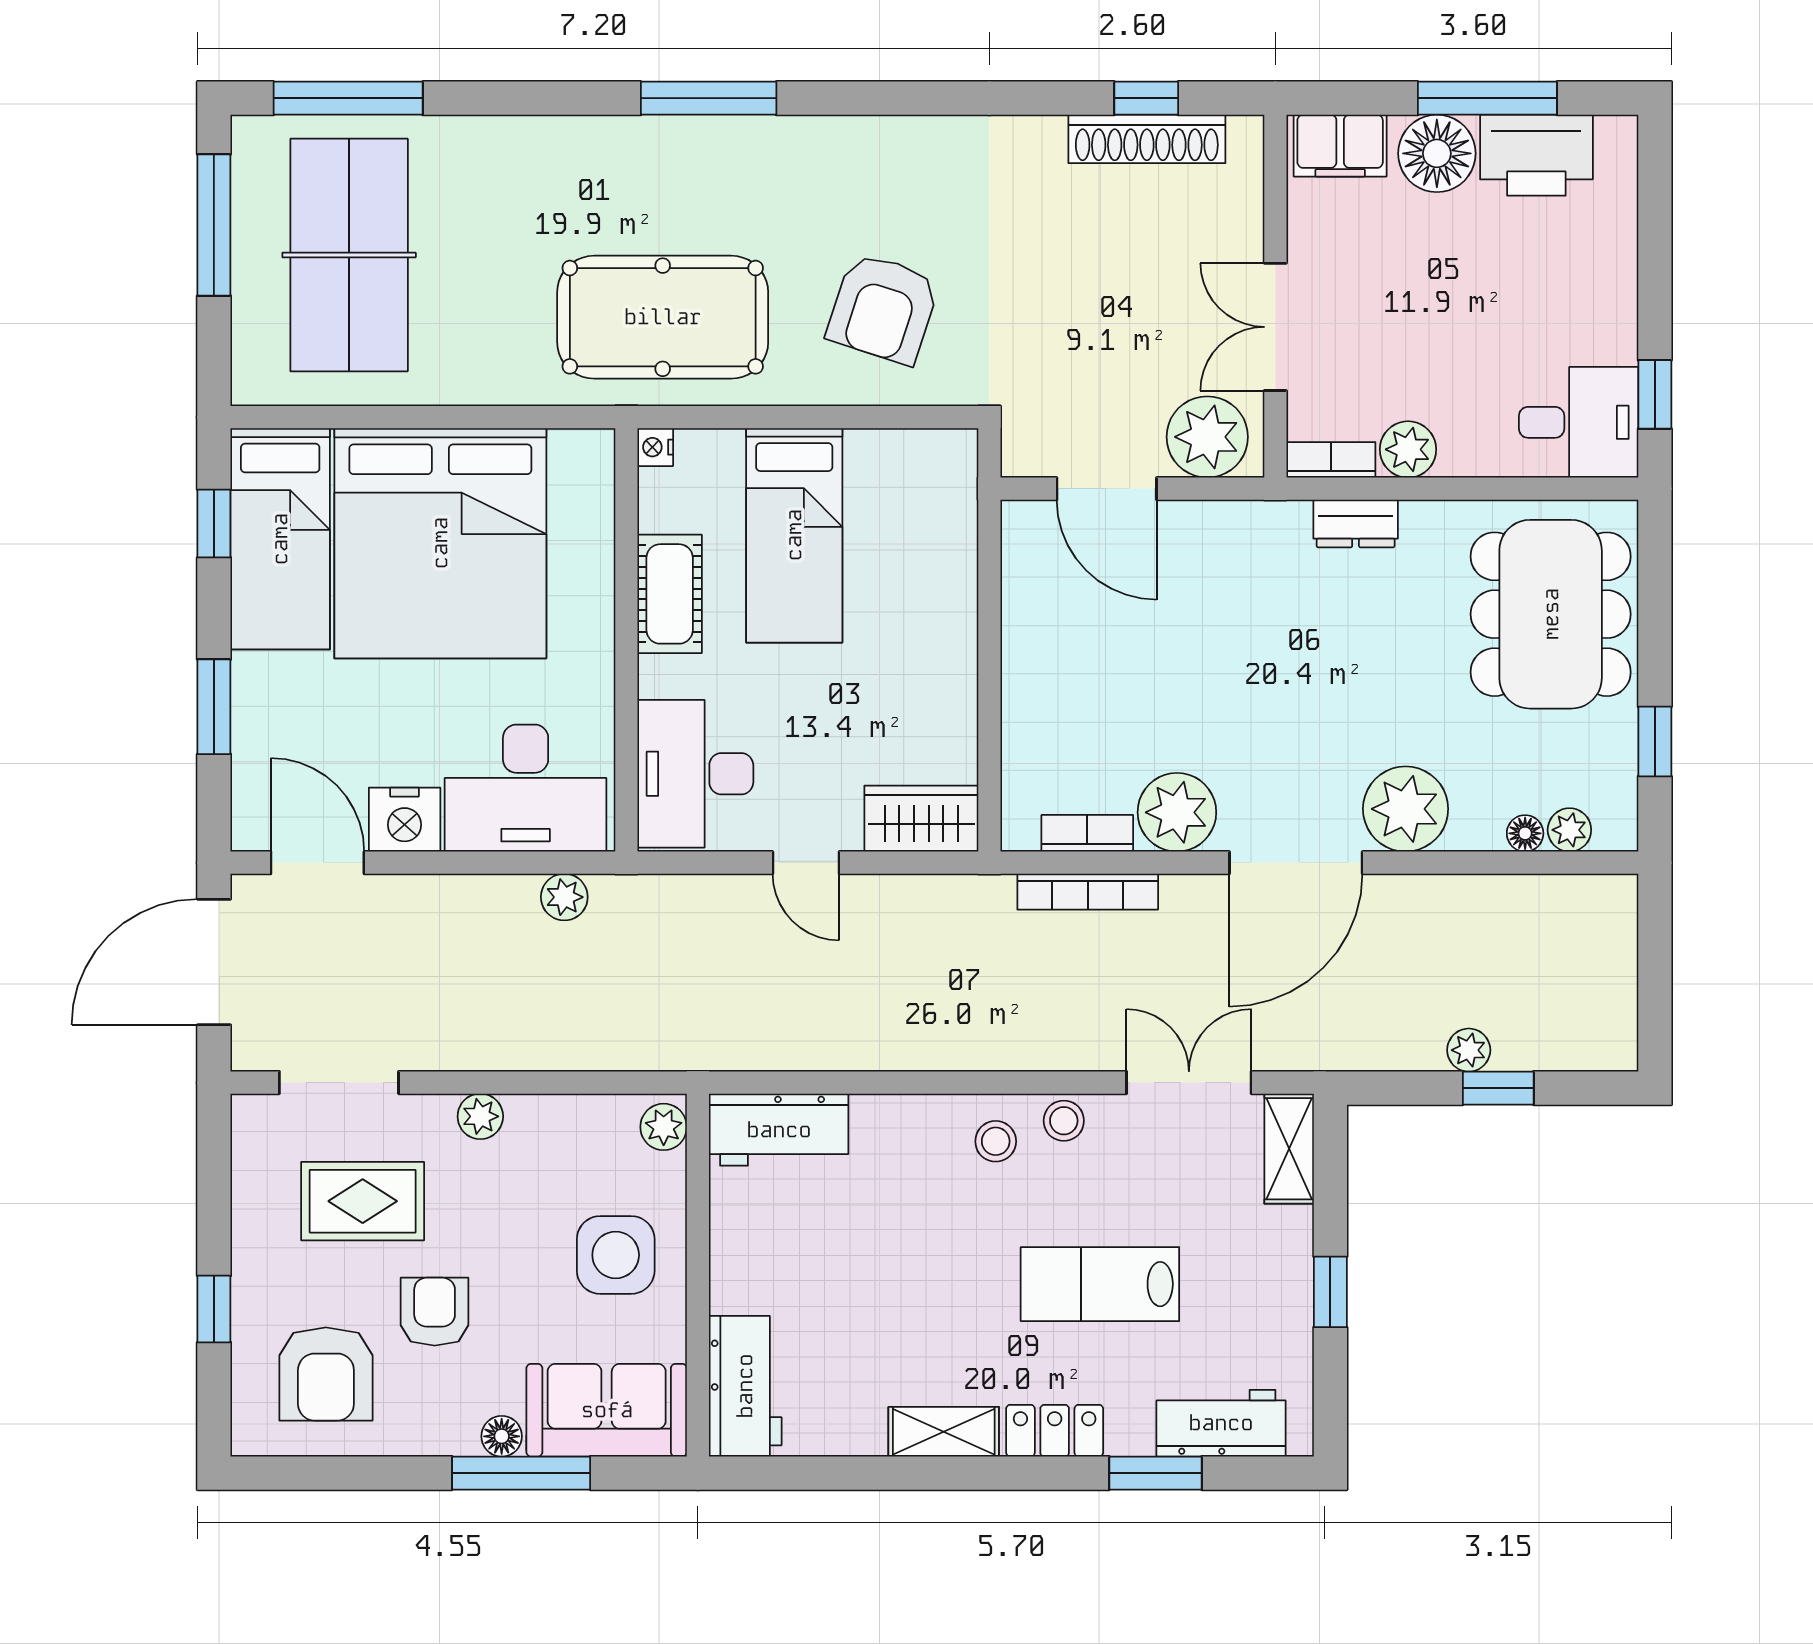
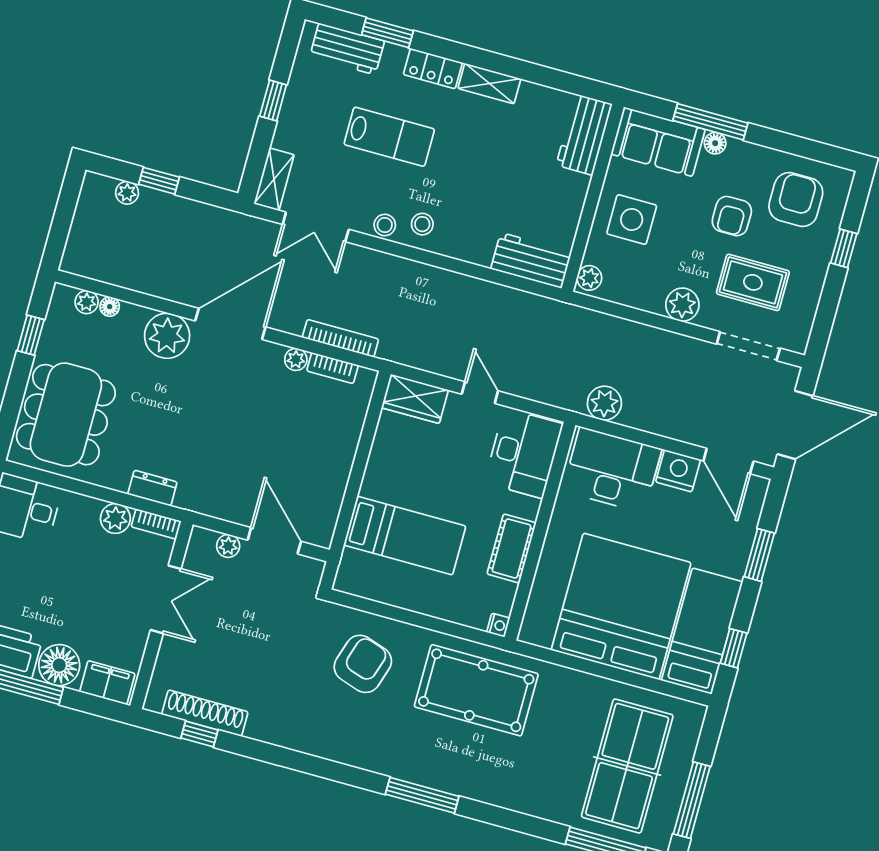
plant: (1207, 437) -> (228, 546), width x0.53, depth x0.53
bed: (794, 535) -> (405, 536), moved, turned 90
plant: (1177, 812) -> (296, 359), width x0.53, depth x0.53
plant: (564, 897) -> (604, 403), width x1.38, depth x1.38
plant: (1469, 1050) -> (127, 193), moved
plant: (480, 1116) -> (682, 305), width x1.38, depth x1.38

